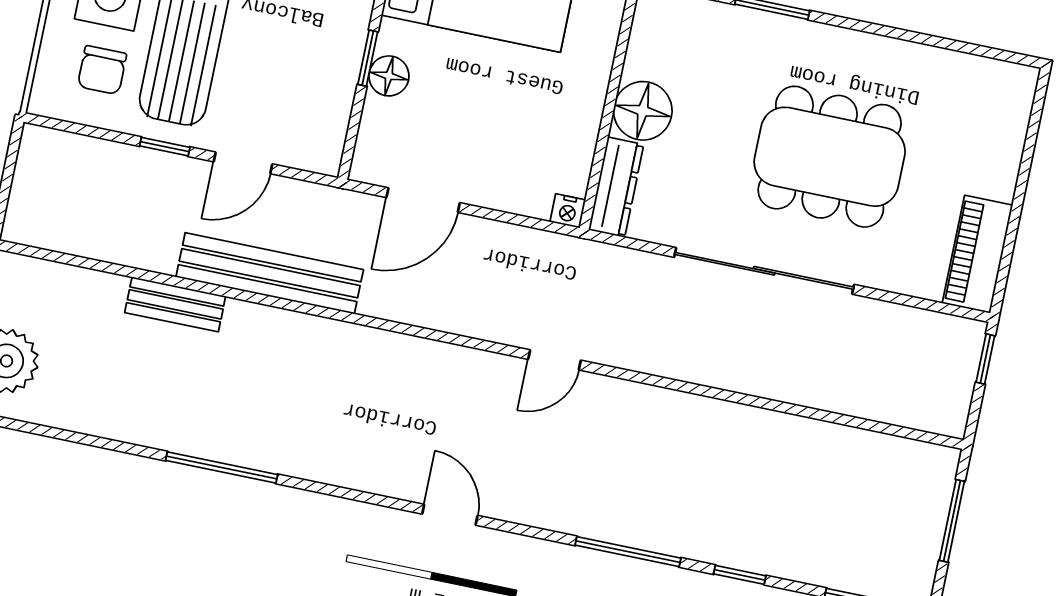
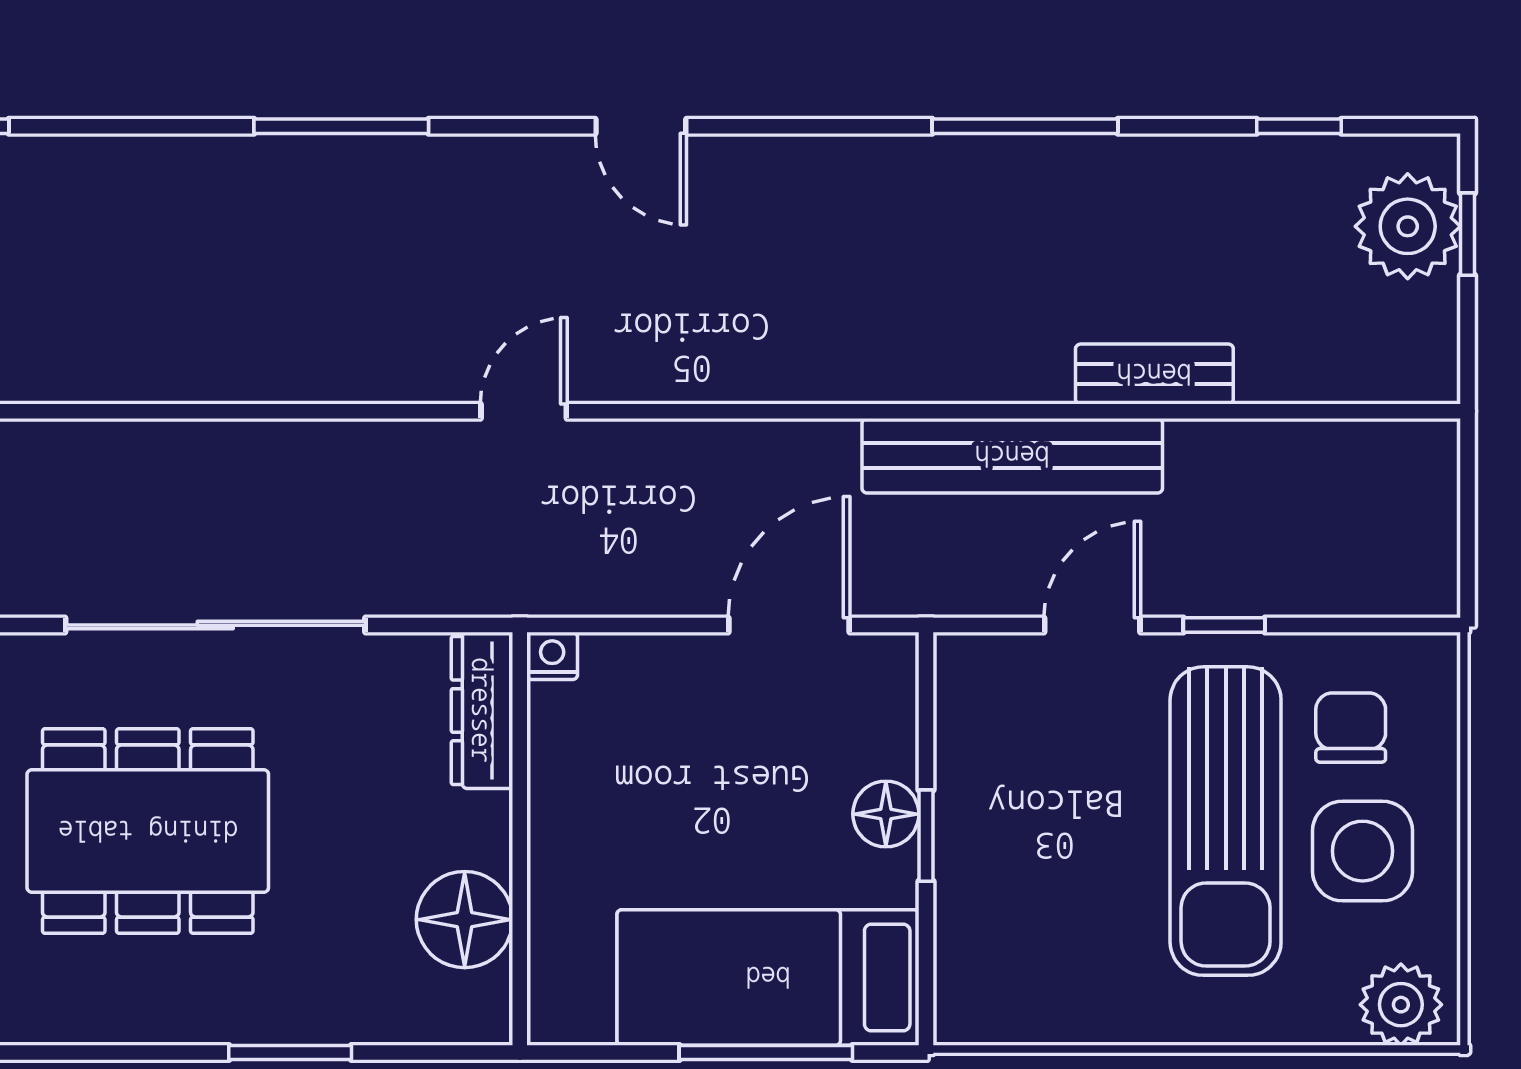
floor lamp: (643, 111) -> (465, 920), moved
window: (740, 575) -> (1299, 126), moved

